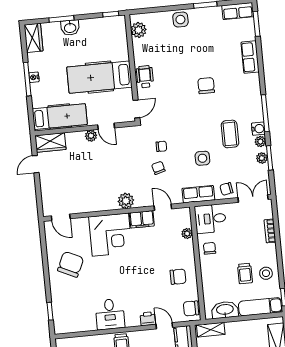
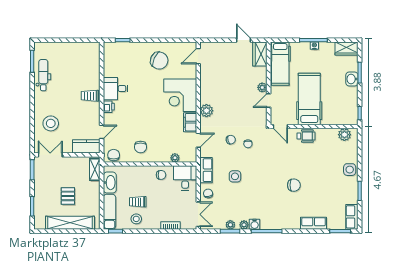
coffee table: (230, 134) -> (253, 201), removed
printer: (148, 319) -> (109, 107), moved

